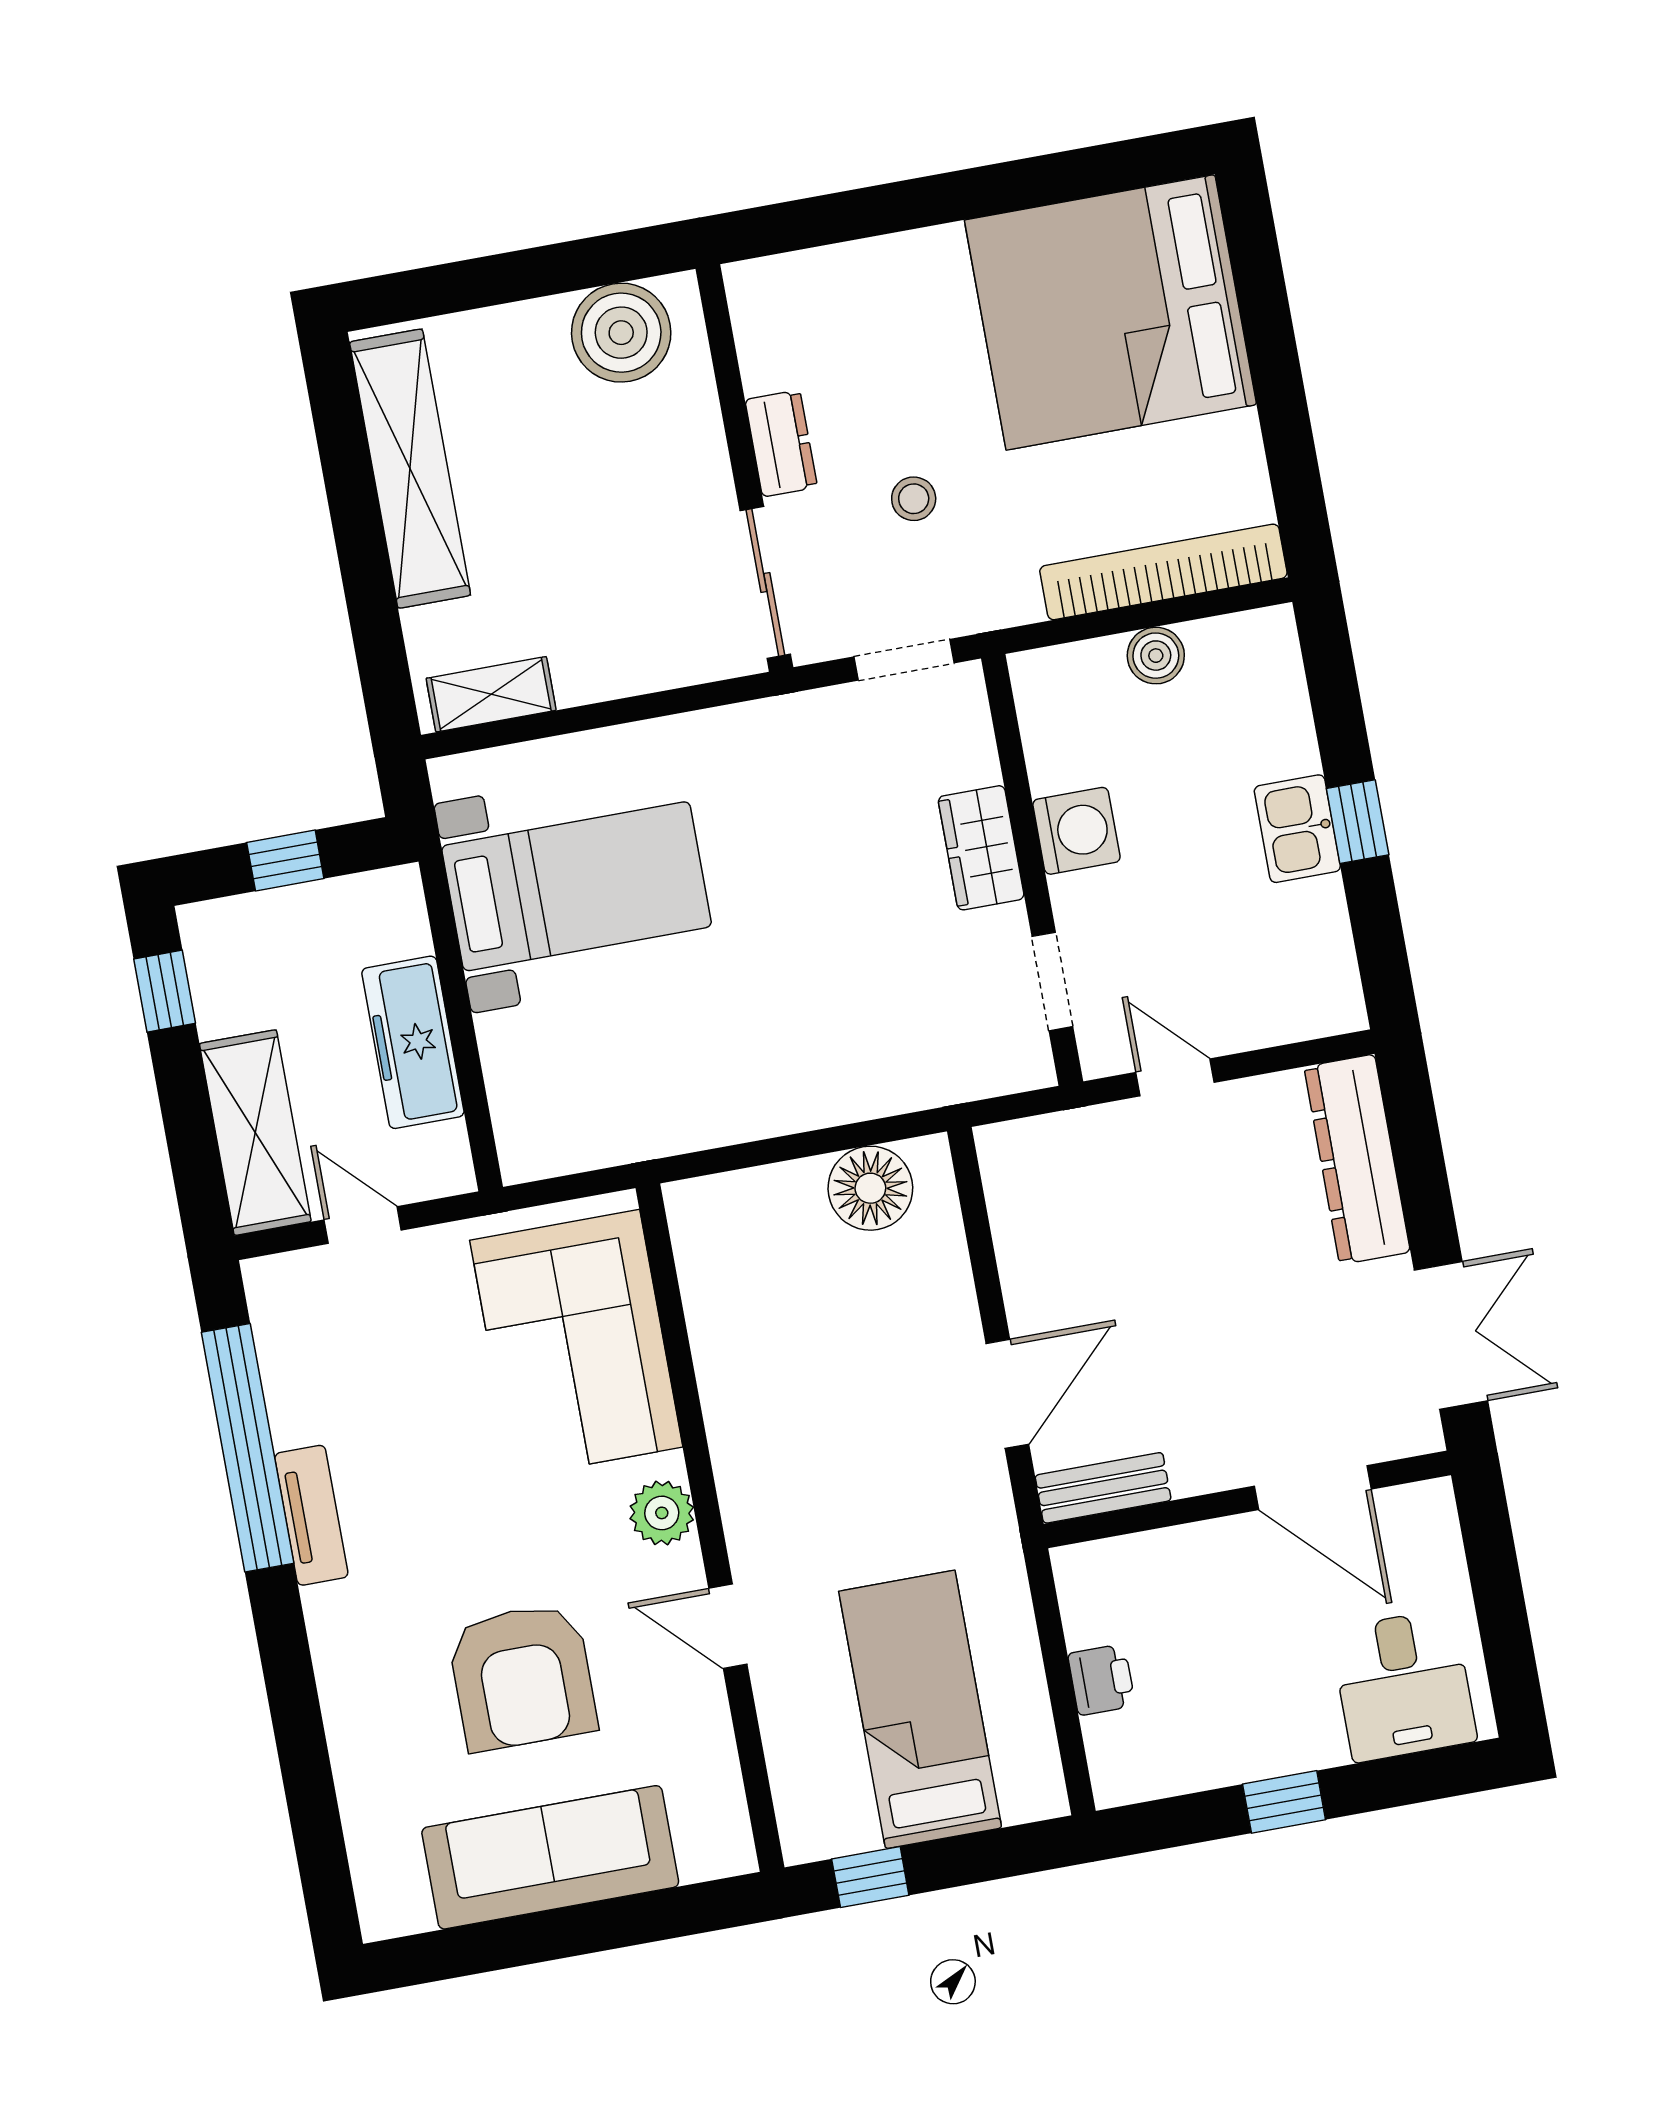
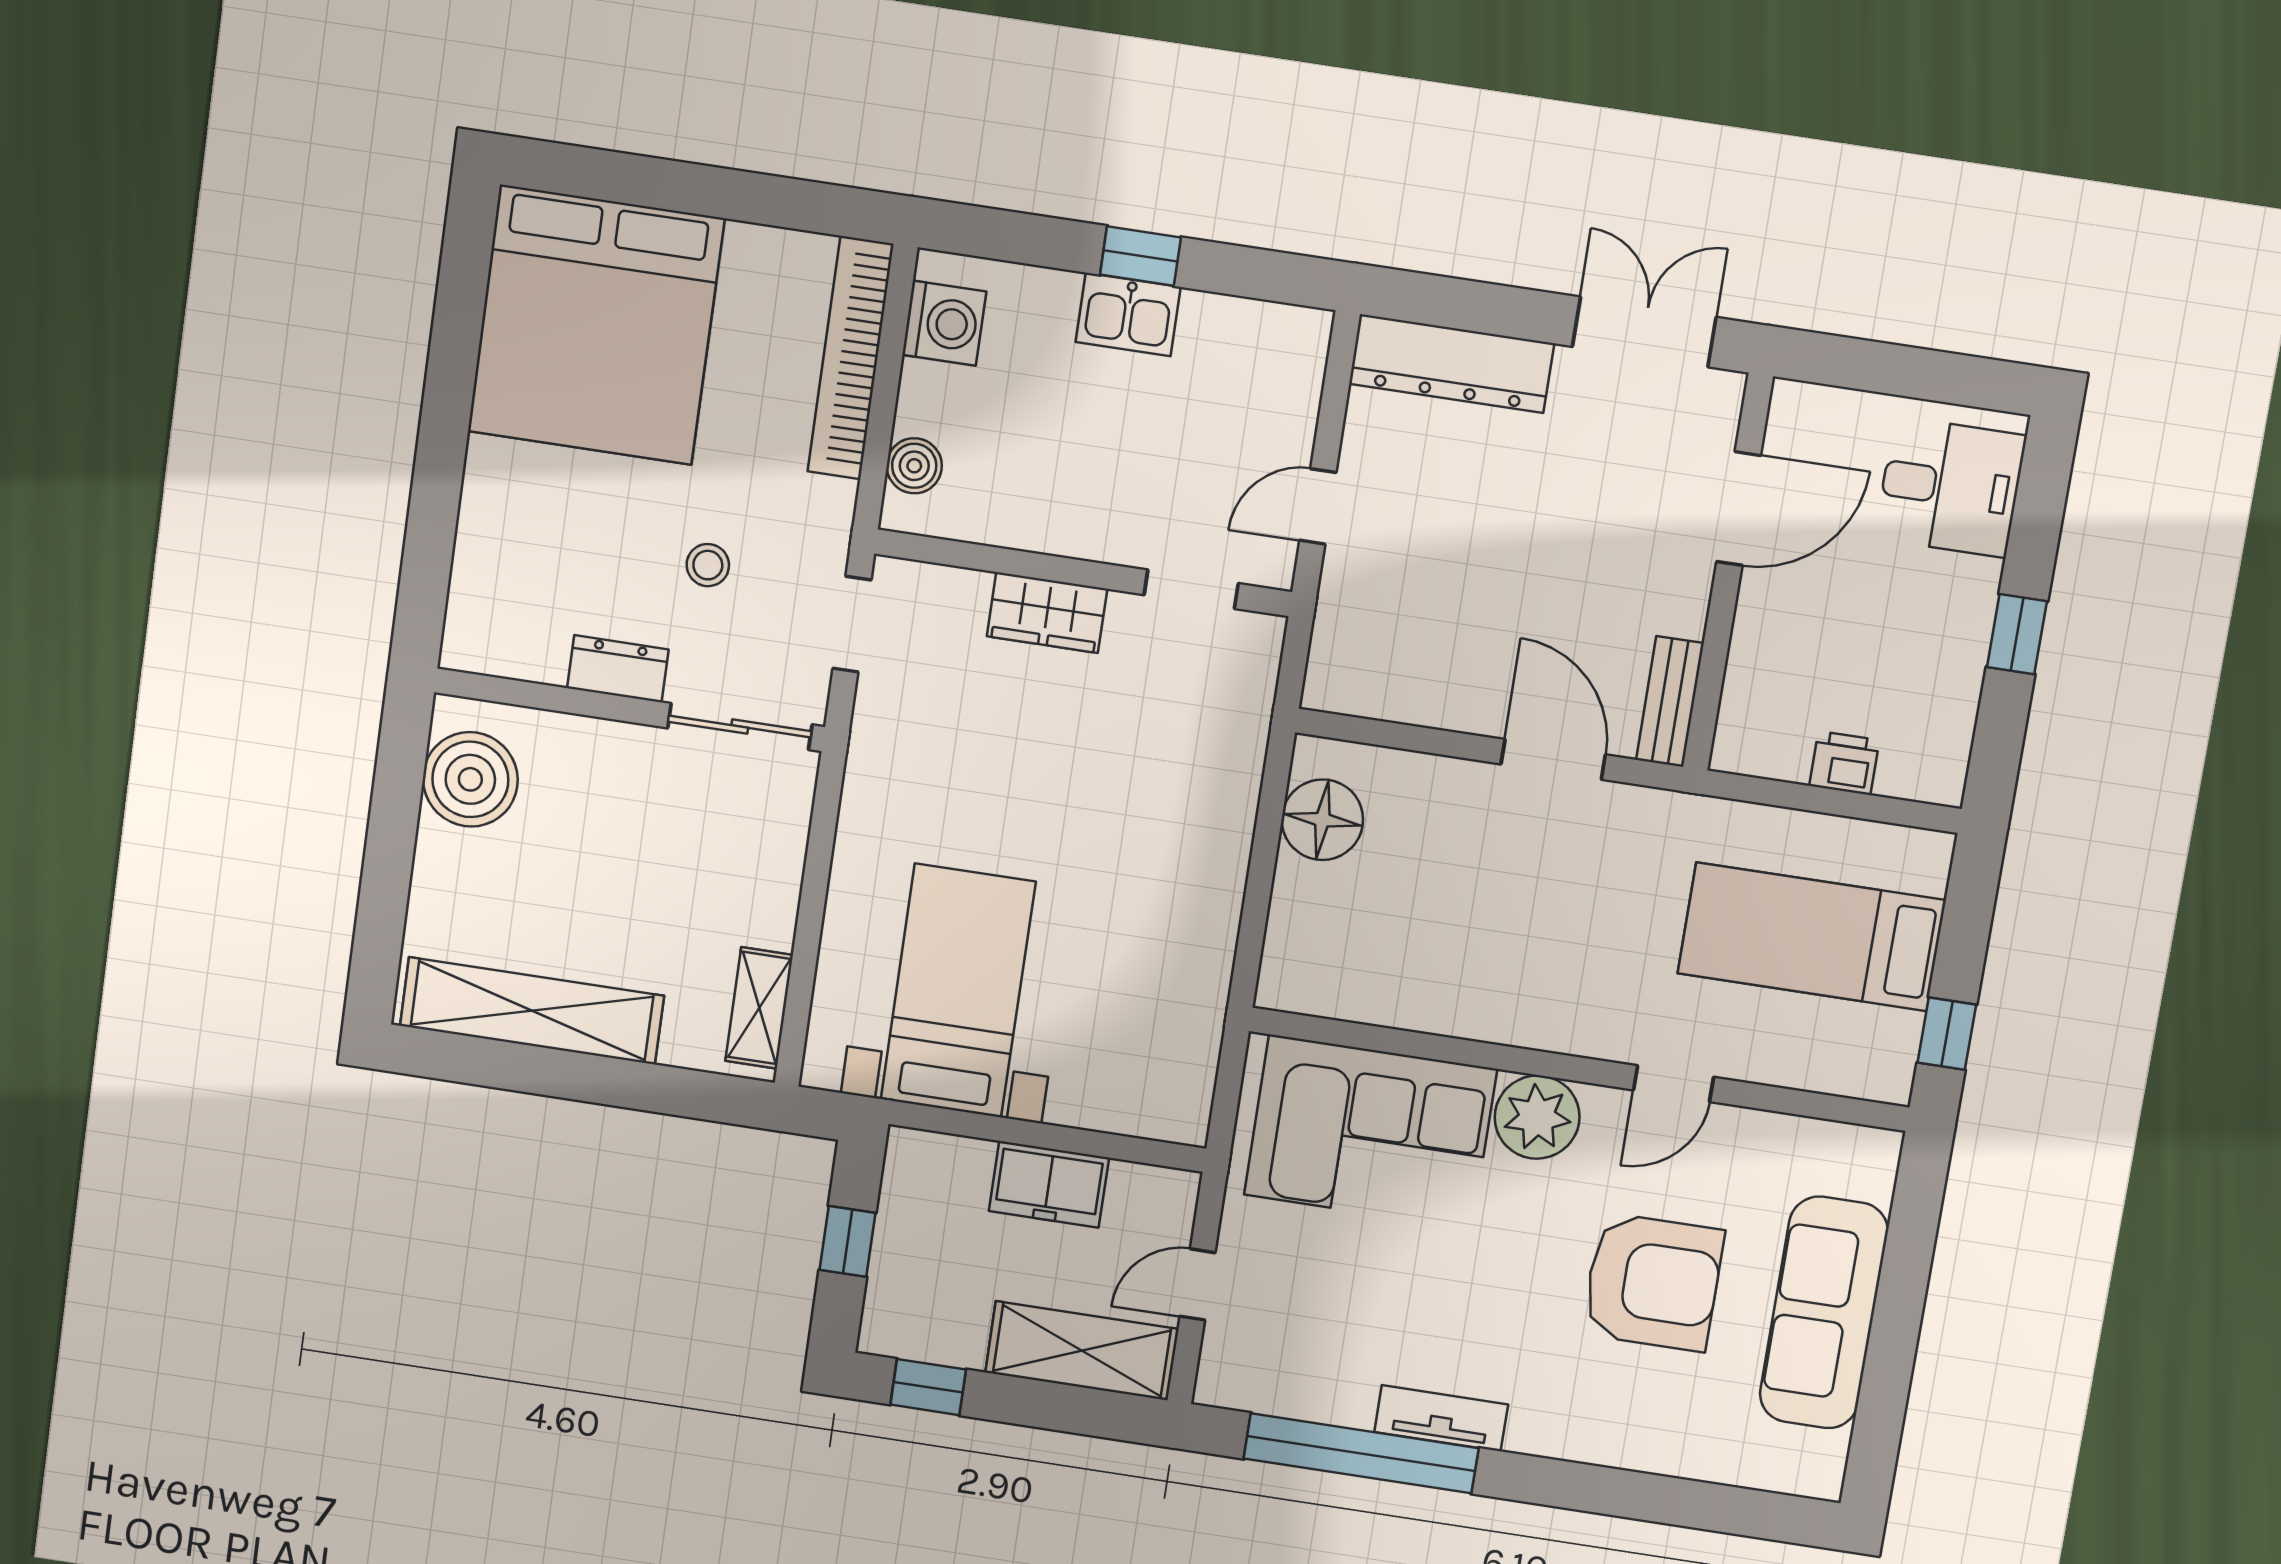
boiler: (1156, 656) -> (914, 466), moved
washing machine: (1076, 831) -> (944, 323), moved, turned 90
freezer: (413, 1042) -> (1049, 1184), width x0.71
plant: (662, 1513) -> (1537, 1117), width x1.36, depth x1.36

